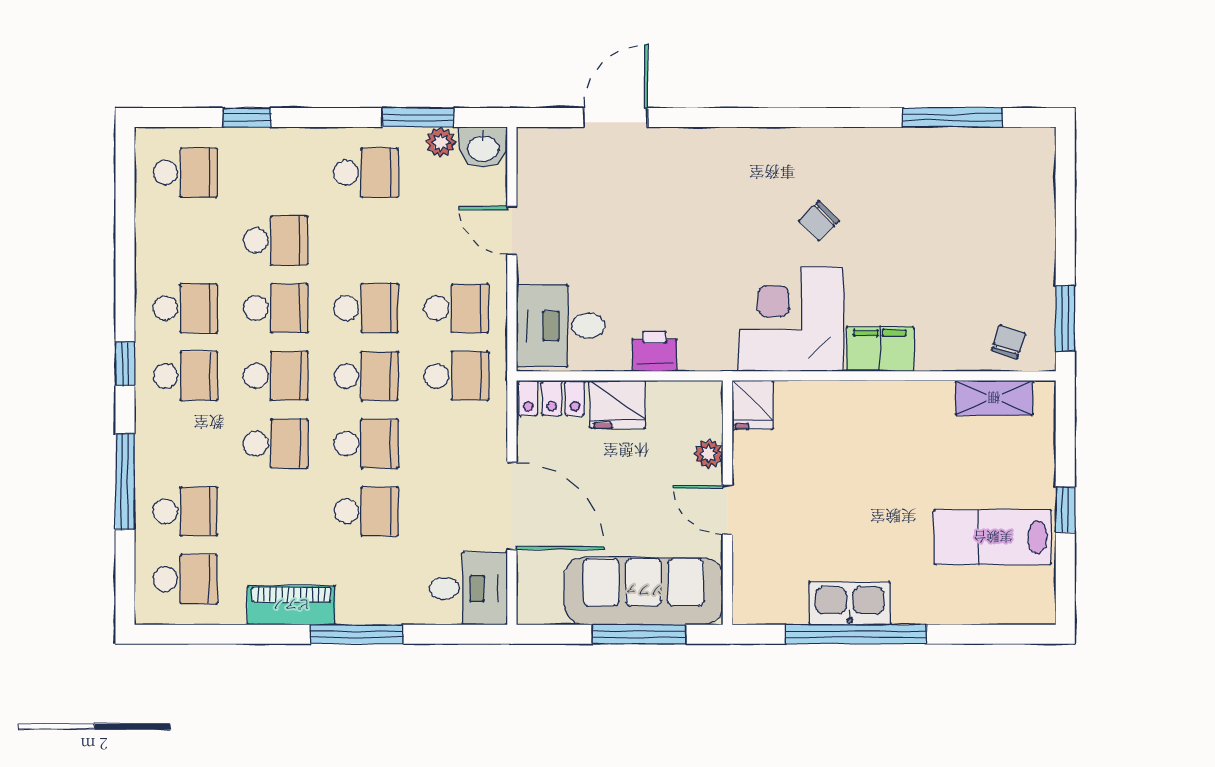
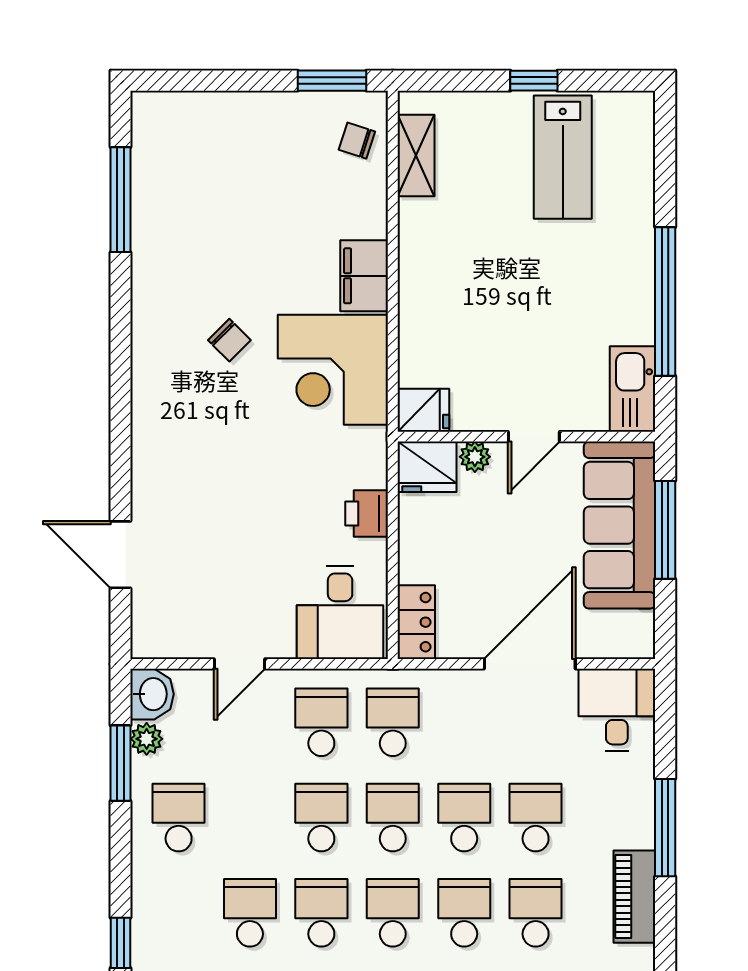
fridge: (617, 404) -> (427, 467), moved, turned 90
school desk: (276, 511) -> (536, 913), added
kitchen sink: (850, 603) -> (632, 389), moved

